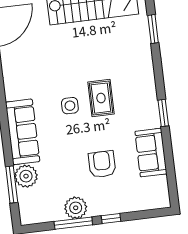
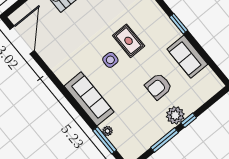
armchair: (102, 164) -> (158, 86), turned -90
plant: (26, 176) -> (107, 131), width x0.53, depth x0.53
plant: (76, 208) -> (175, 115), moved

